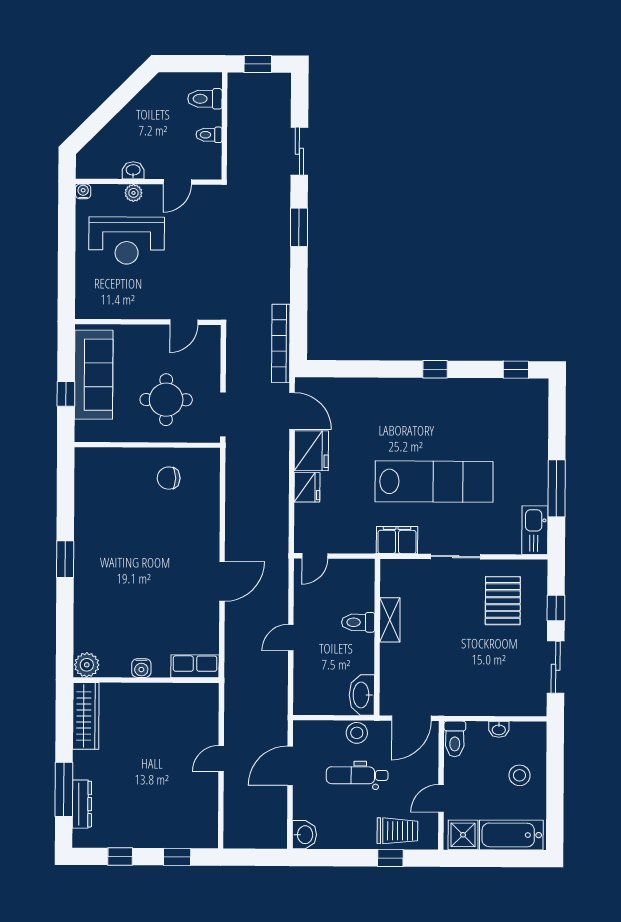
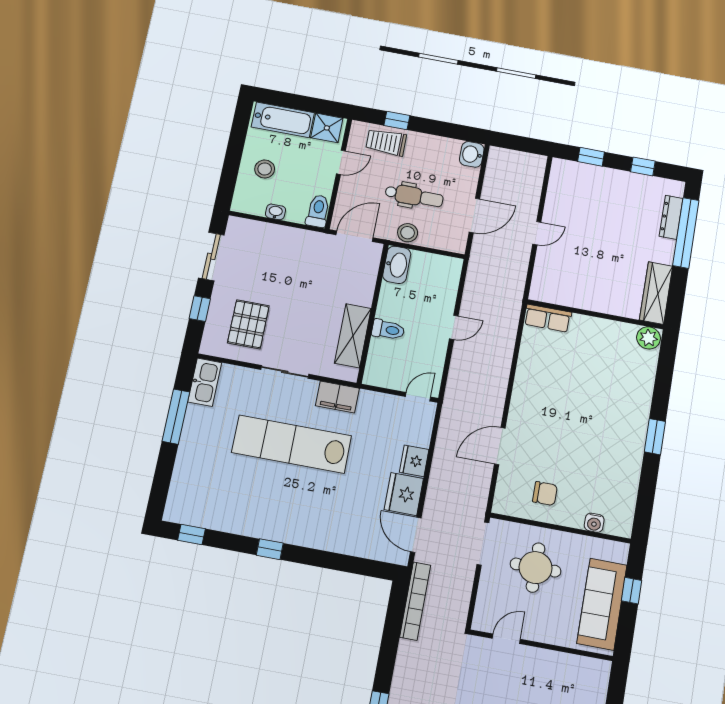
door: (222, 581) -> (500, 446), moved
shelving: (390, 620) -> (353, 336), width x1.50, depth x1.33
water cooler: (141, 668) -> (594, 523), moved, turned 180
window: (64, 789) -> (686, 233), width x1.46

